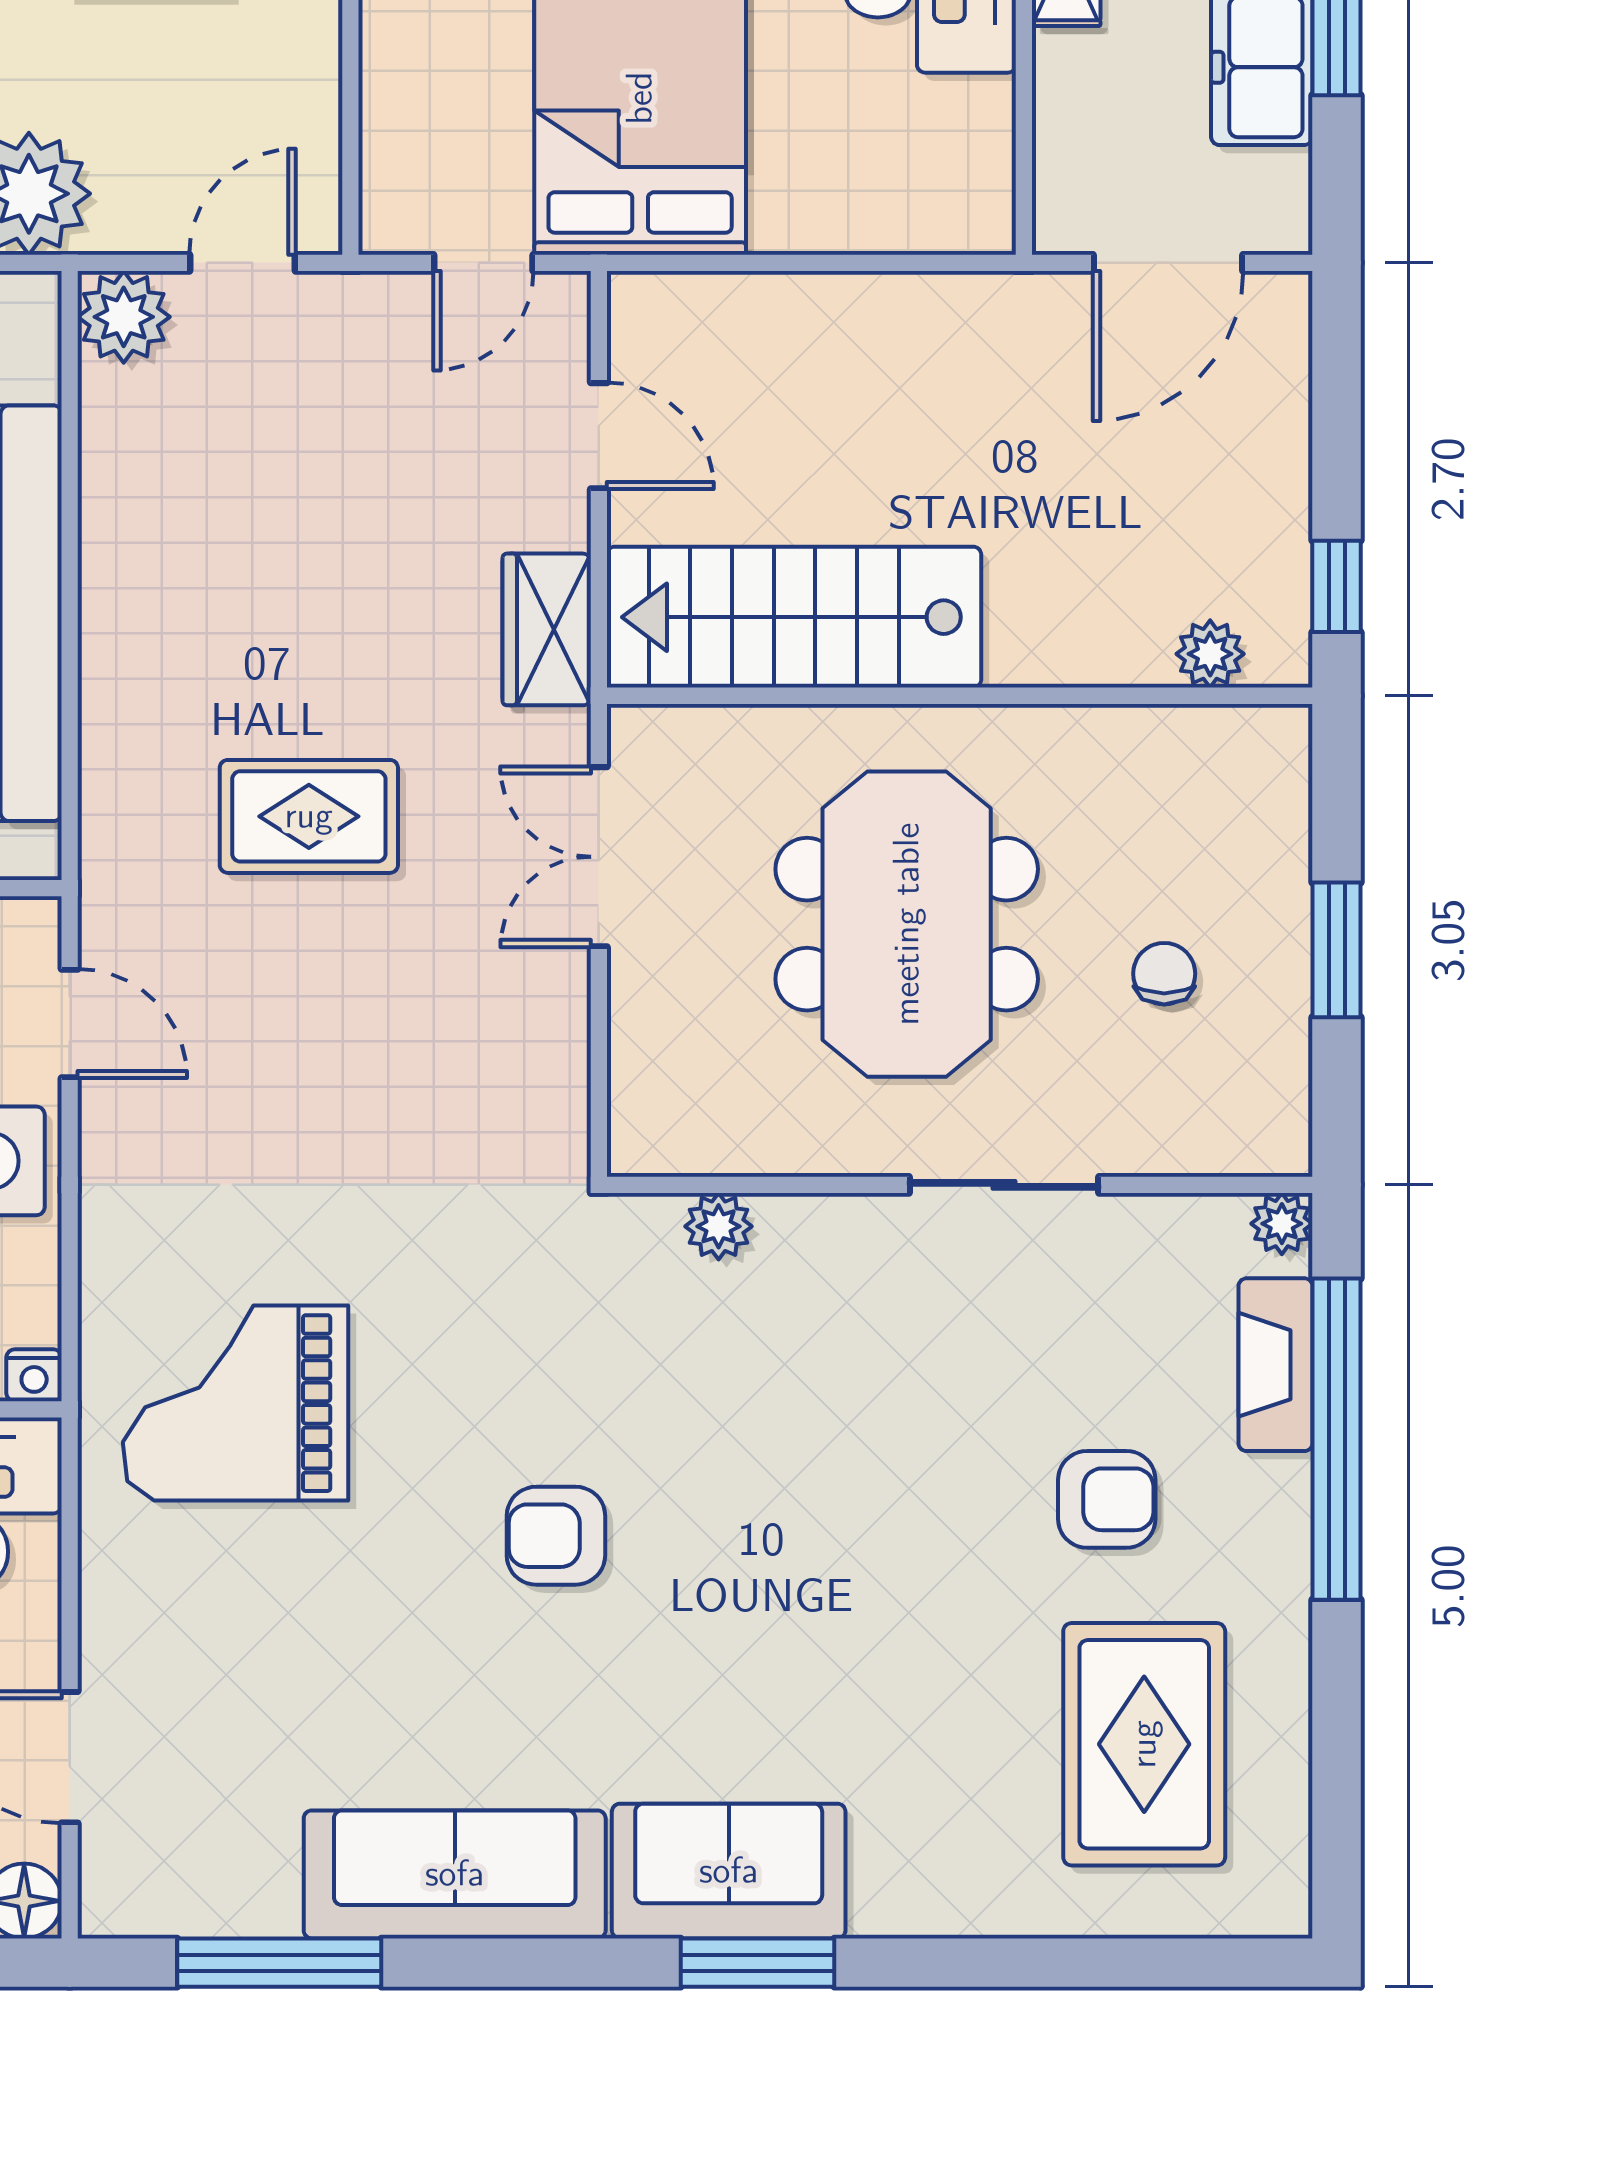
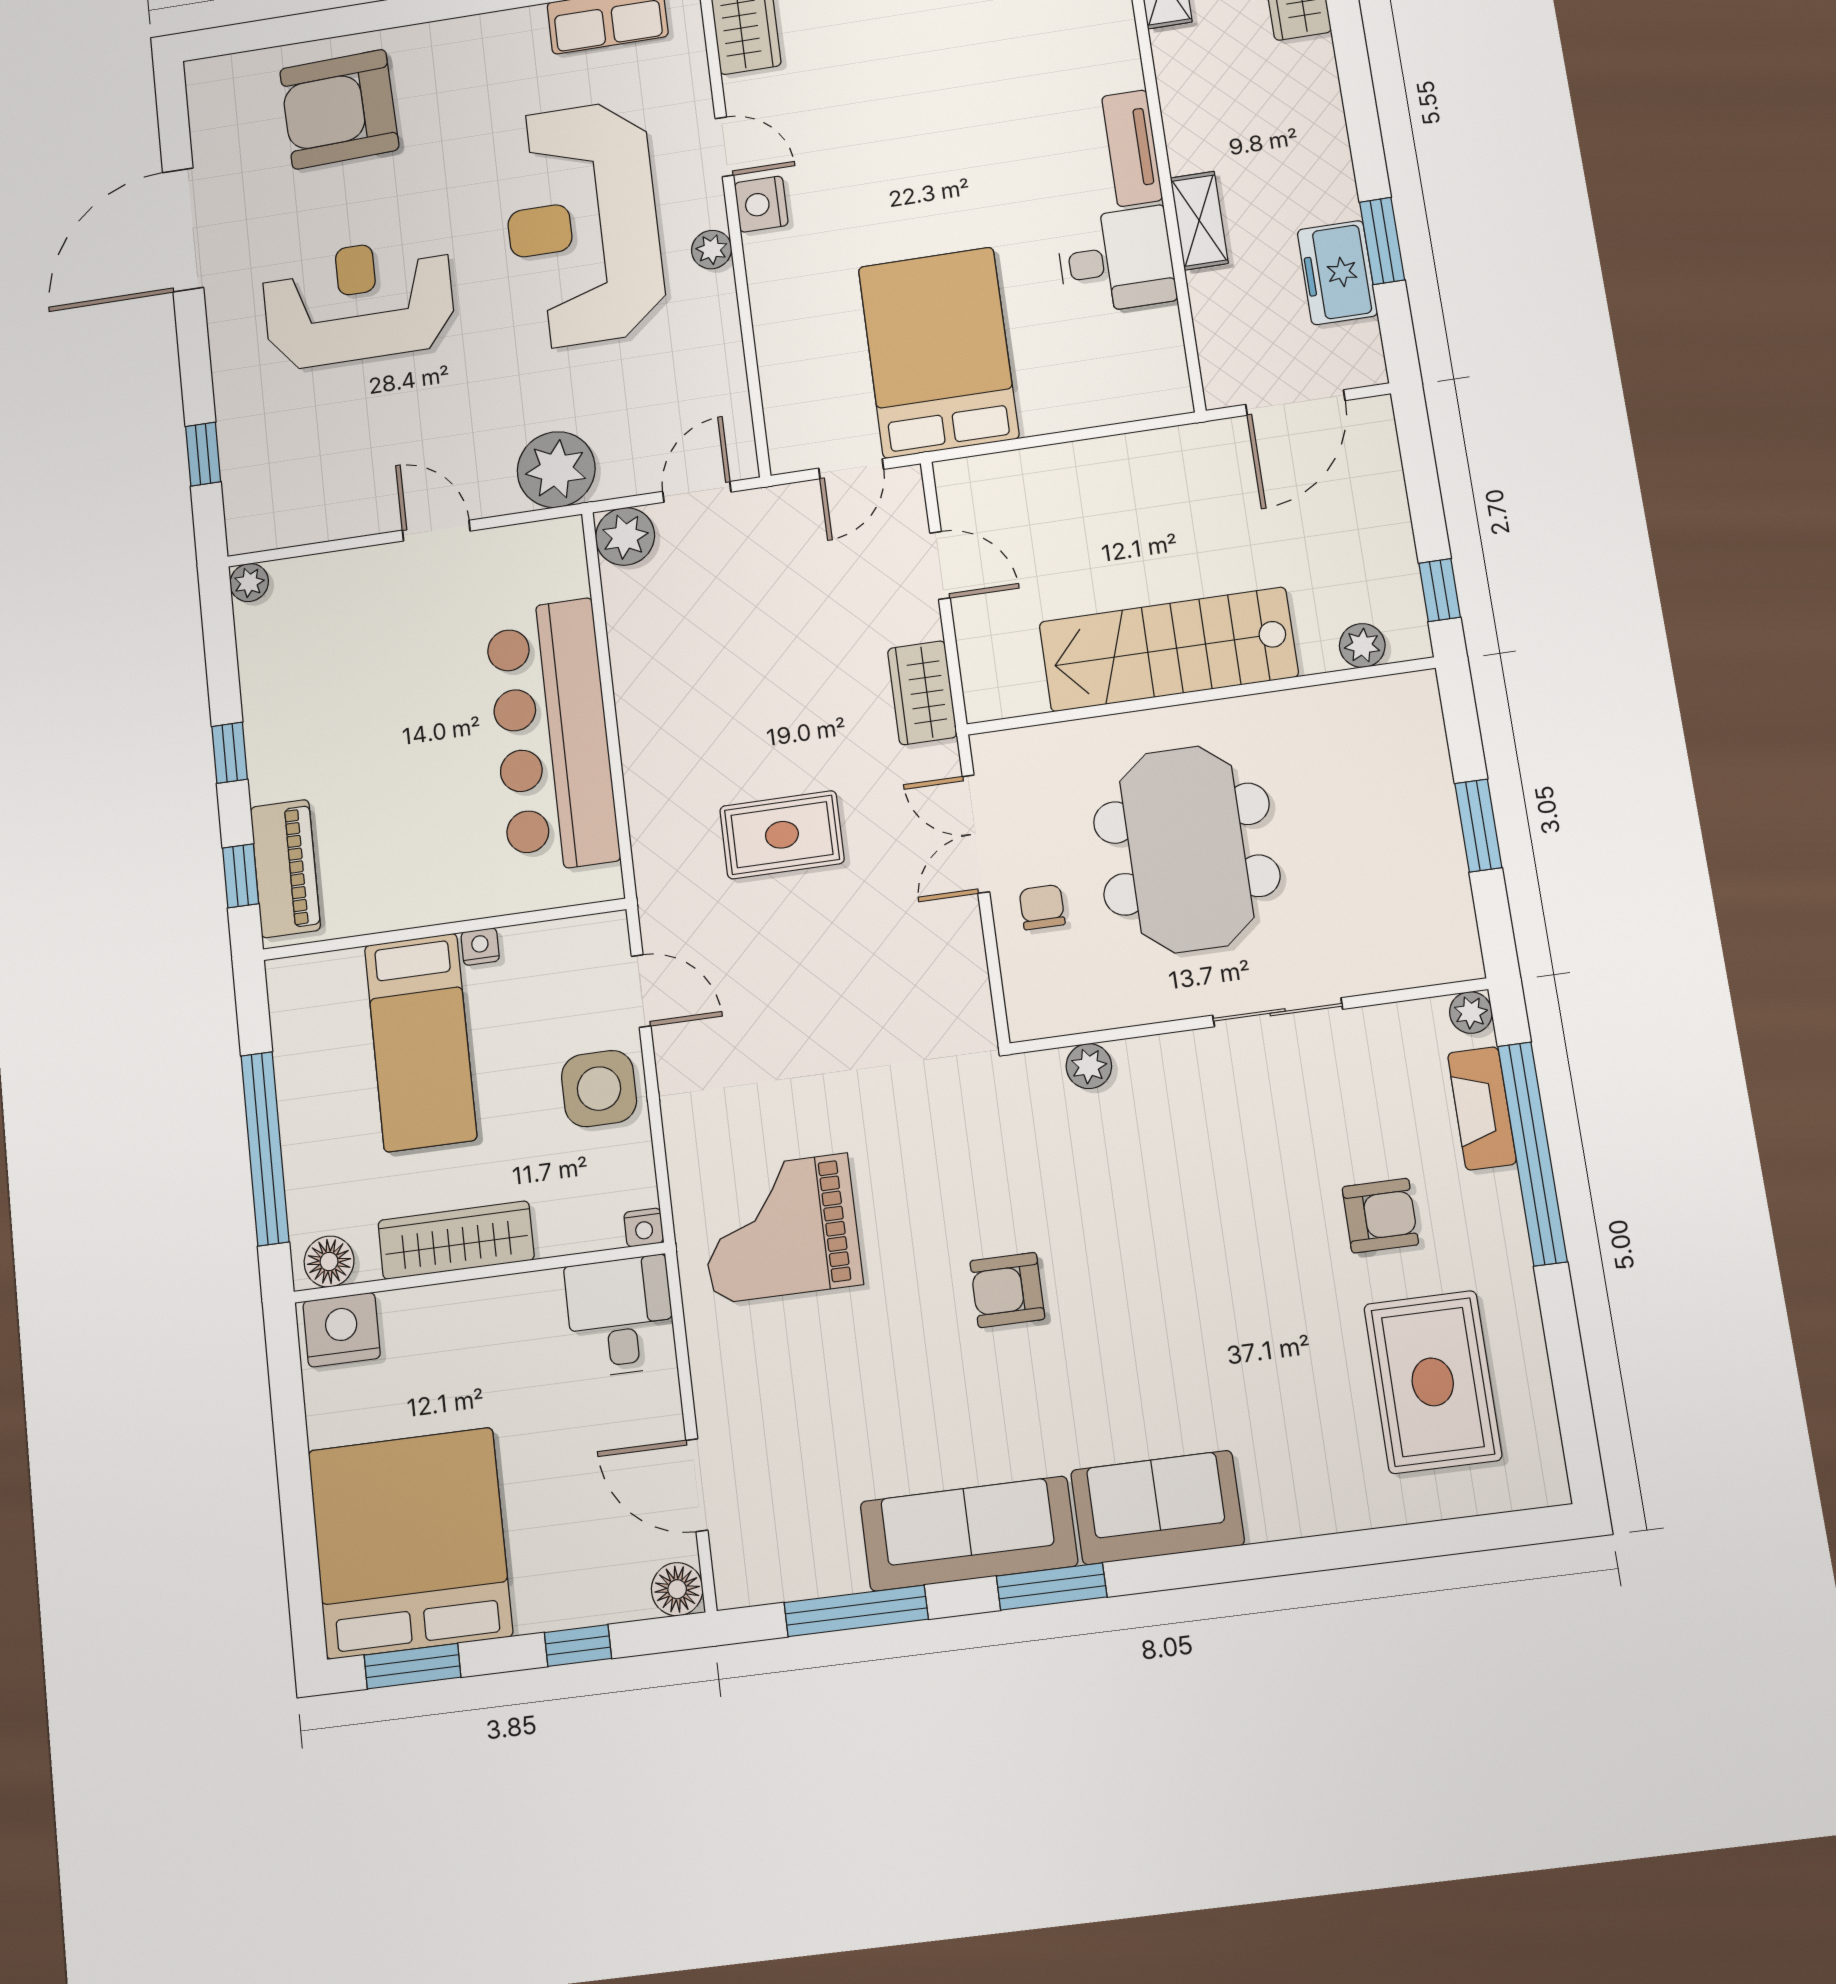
stairs: (794, 617) -> (1168, 649), moved
chair: (1164, 974) -> (1042, 907), moved
window: (757, 1963) -> (1052, 1587), moved

